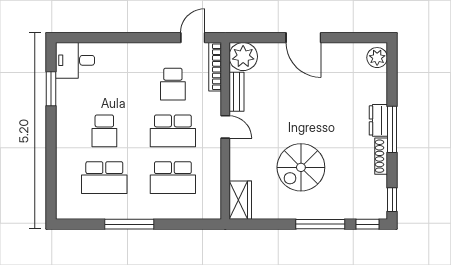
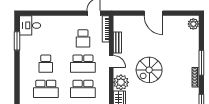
plant: (243, 57) -> (121, 82), moved
dresser: (378, 120) -> (194, 58), removed
spiral stairs: (301, 167) -> (149, 70), moved

